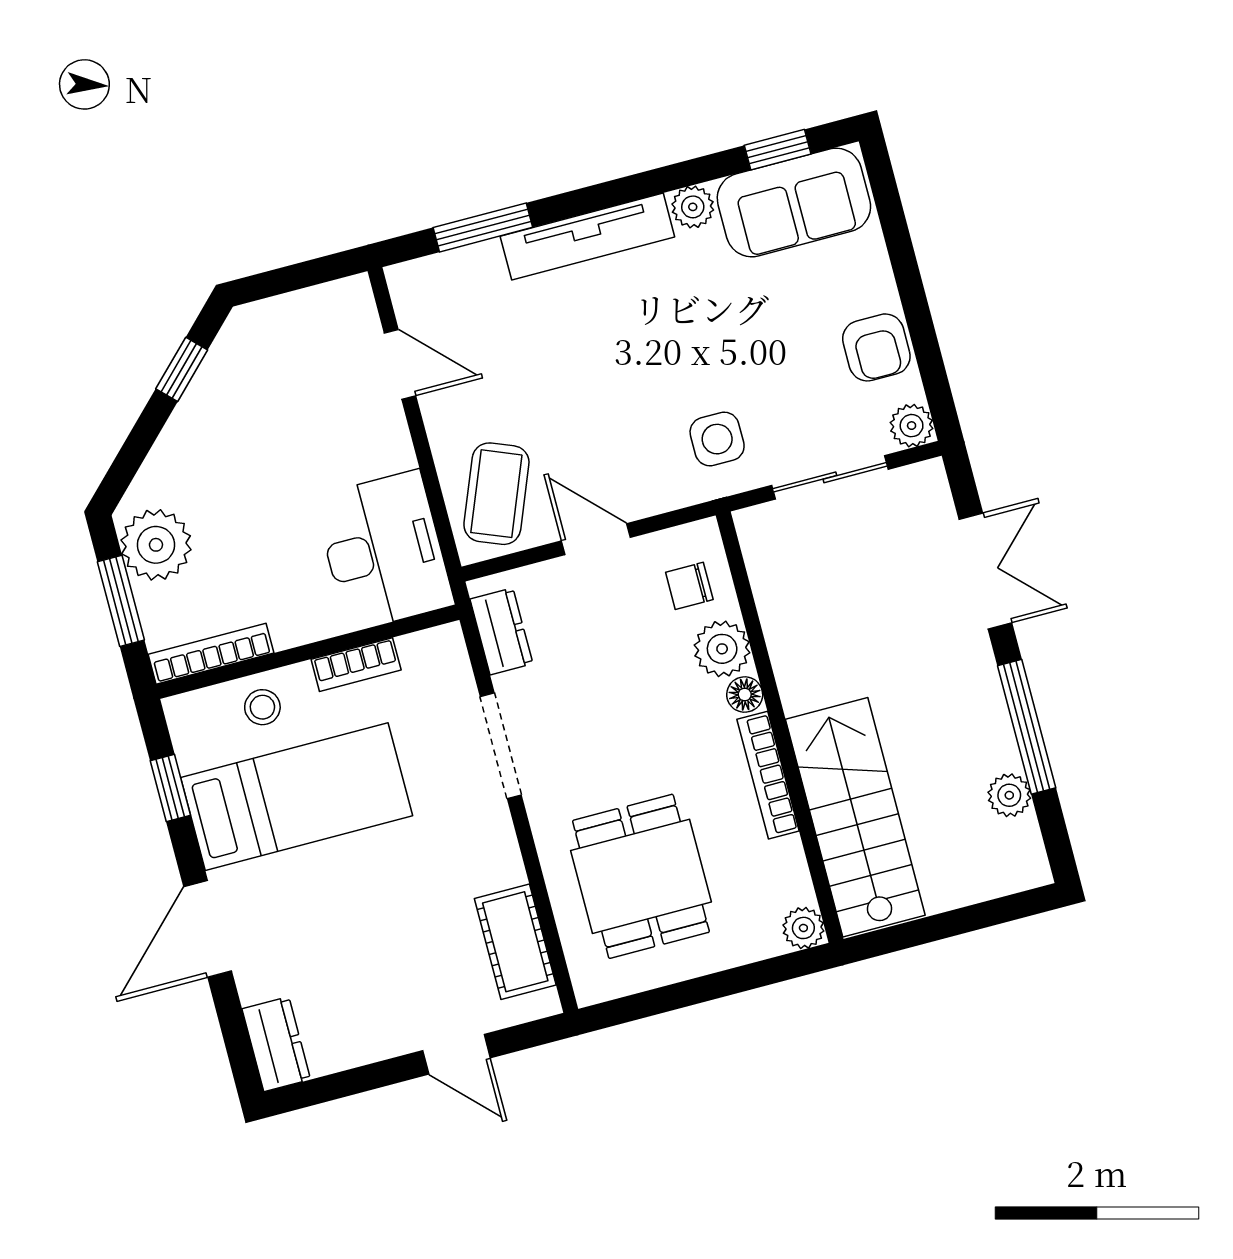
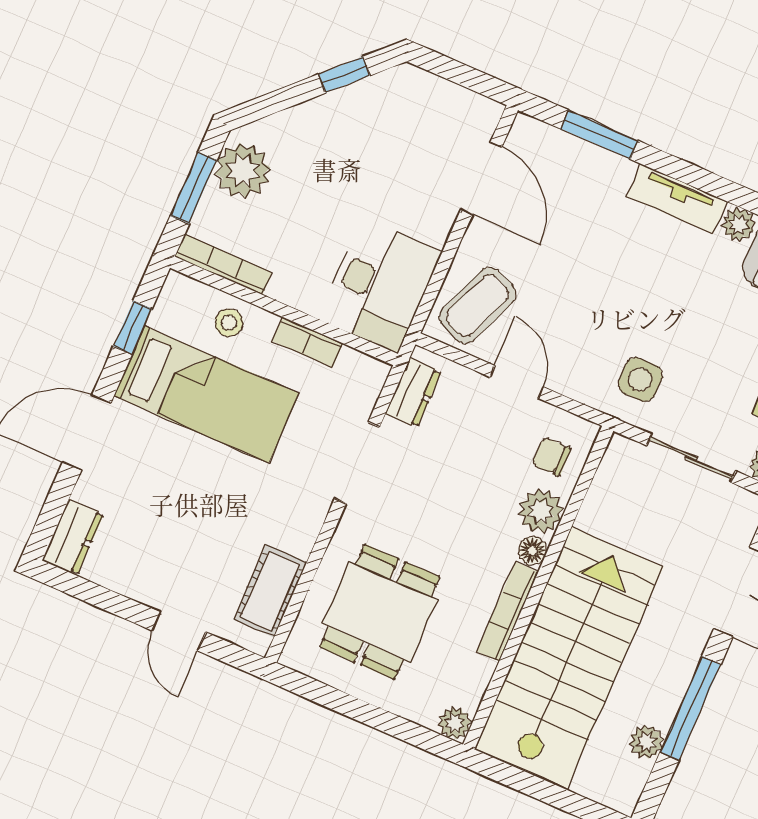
tv unit: (587, 237) -> (677, 199), width x0.71
door: (400, 364) -> (481, 178), width x1.38
stairs: (855, 817) -> (569, 657), width x1.36, depth x1.51

